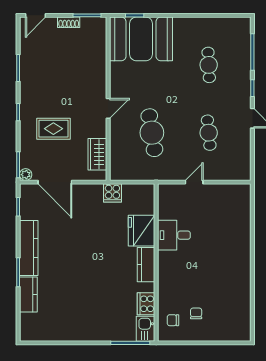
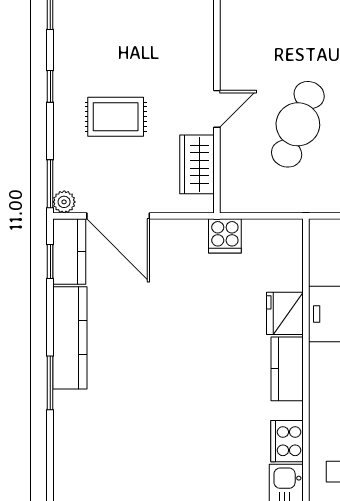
door: (108, 108) -> (217, 109), moved
cafe table: (152, 133) -> (298, 124), turned 30
fridge: (142, 231) -> (285, 313), width x0.73, depth x0.75
kitchen counter: (28, 294) -> (69, 252), moved

